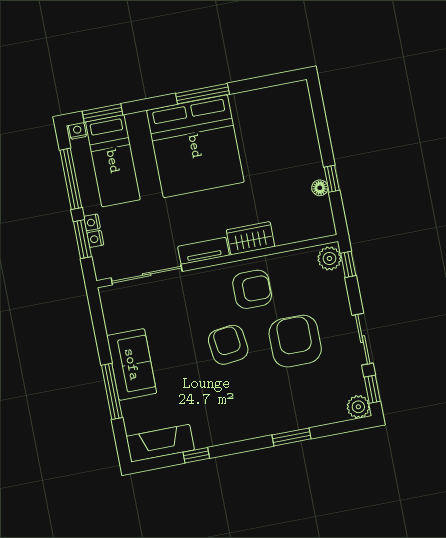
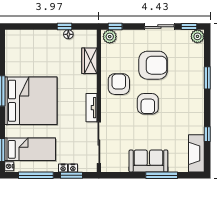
wardrobe: (250, 238) -> (89, 61), moved
armchair: (295, 341) -> (153, 65), turned 180
armchair: (228, 345) -> (148, 104), turned -83

